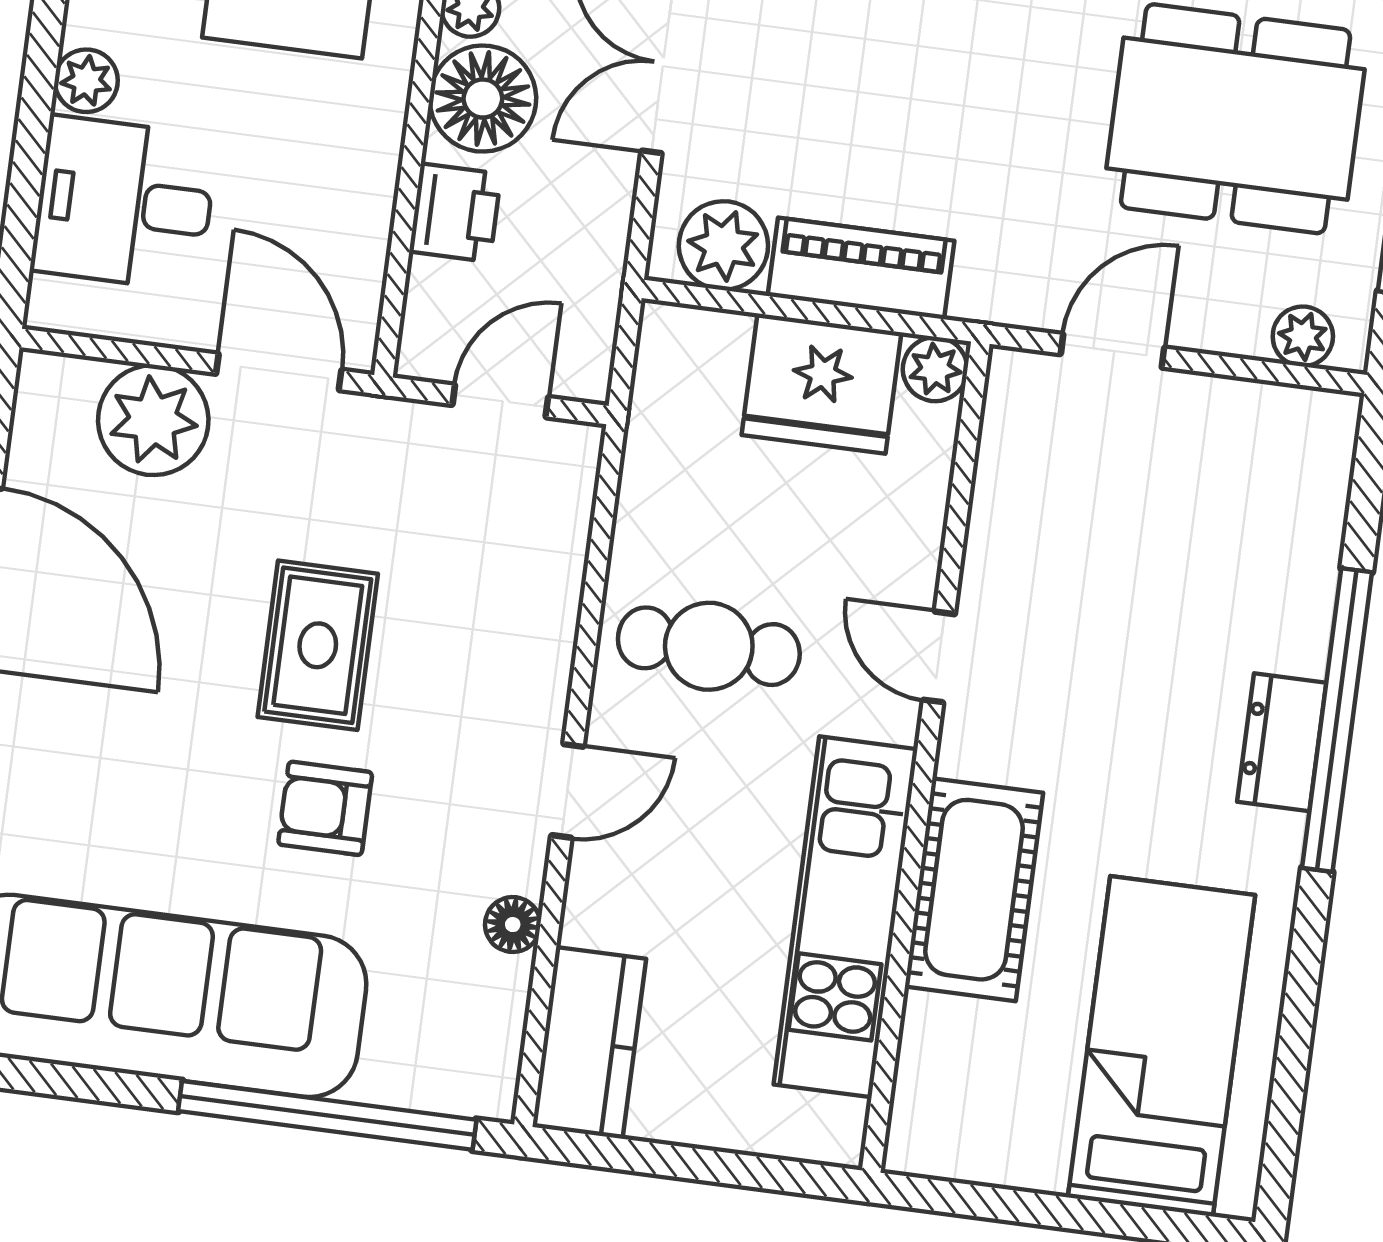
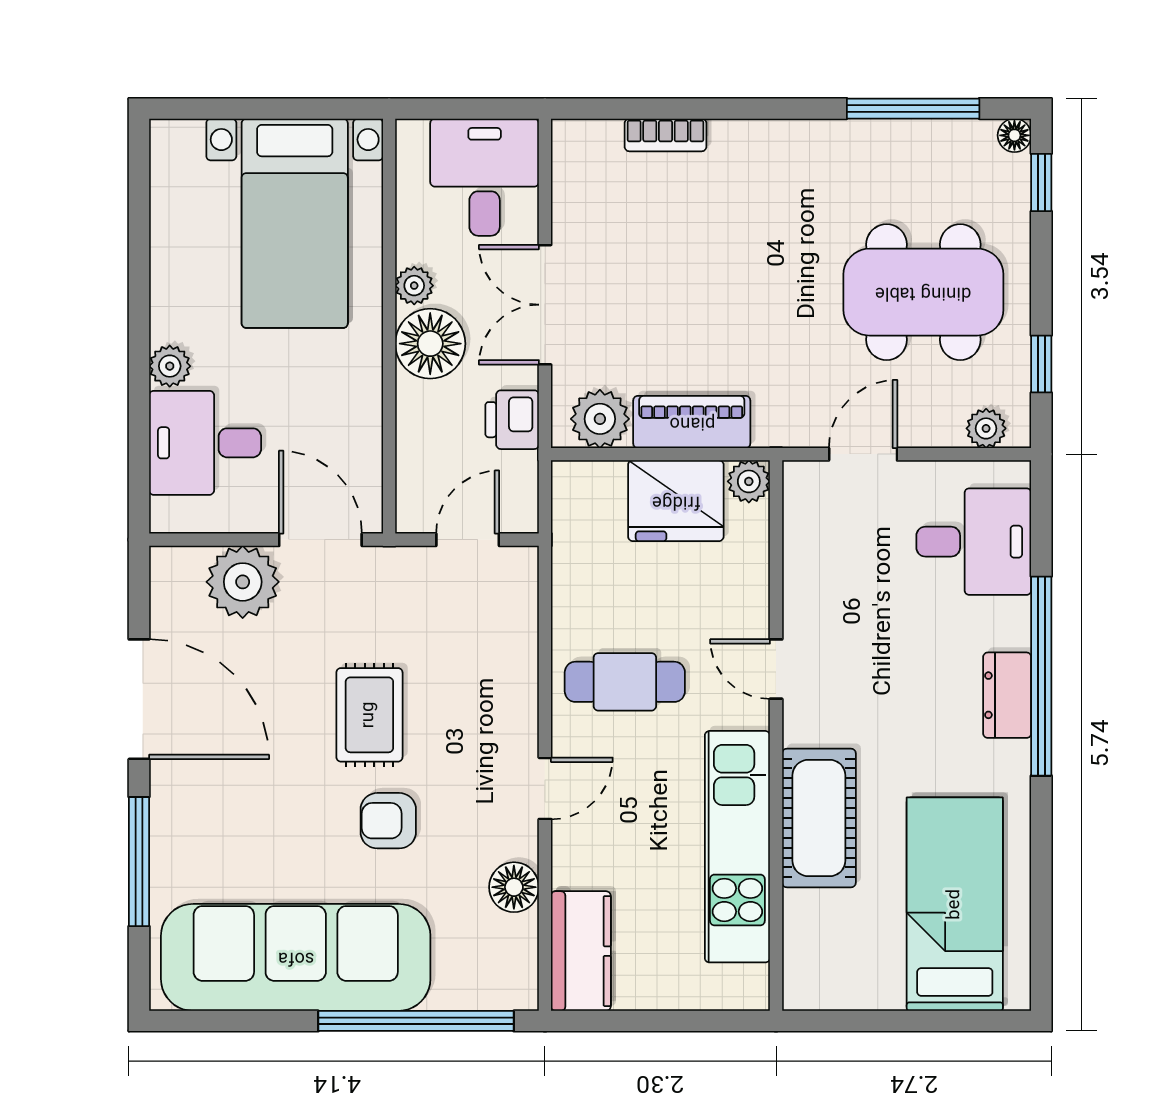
printer: (455, 213) -> (512, 420), moved, turned 180
desk: (1262, 504) -> (974, 542), added
floor lamp: (513, 925) -> (514, 887), width x1.37, depth x1.37

